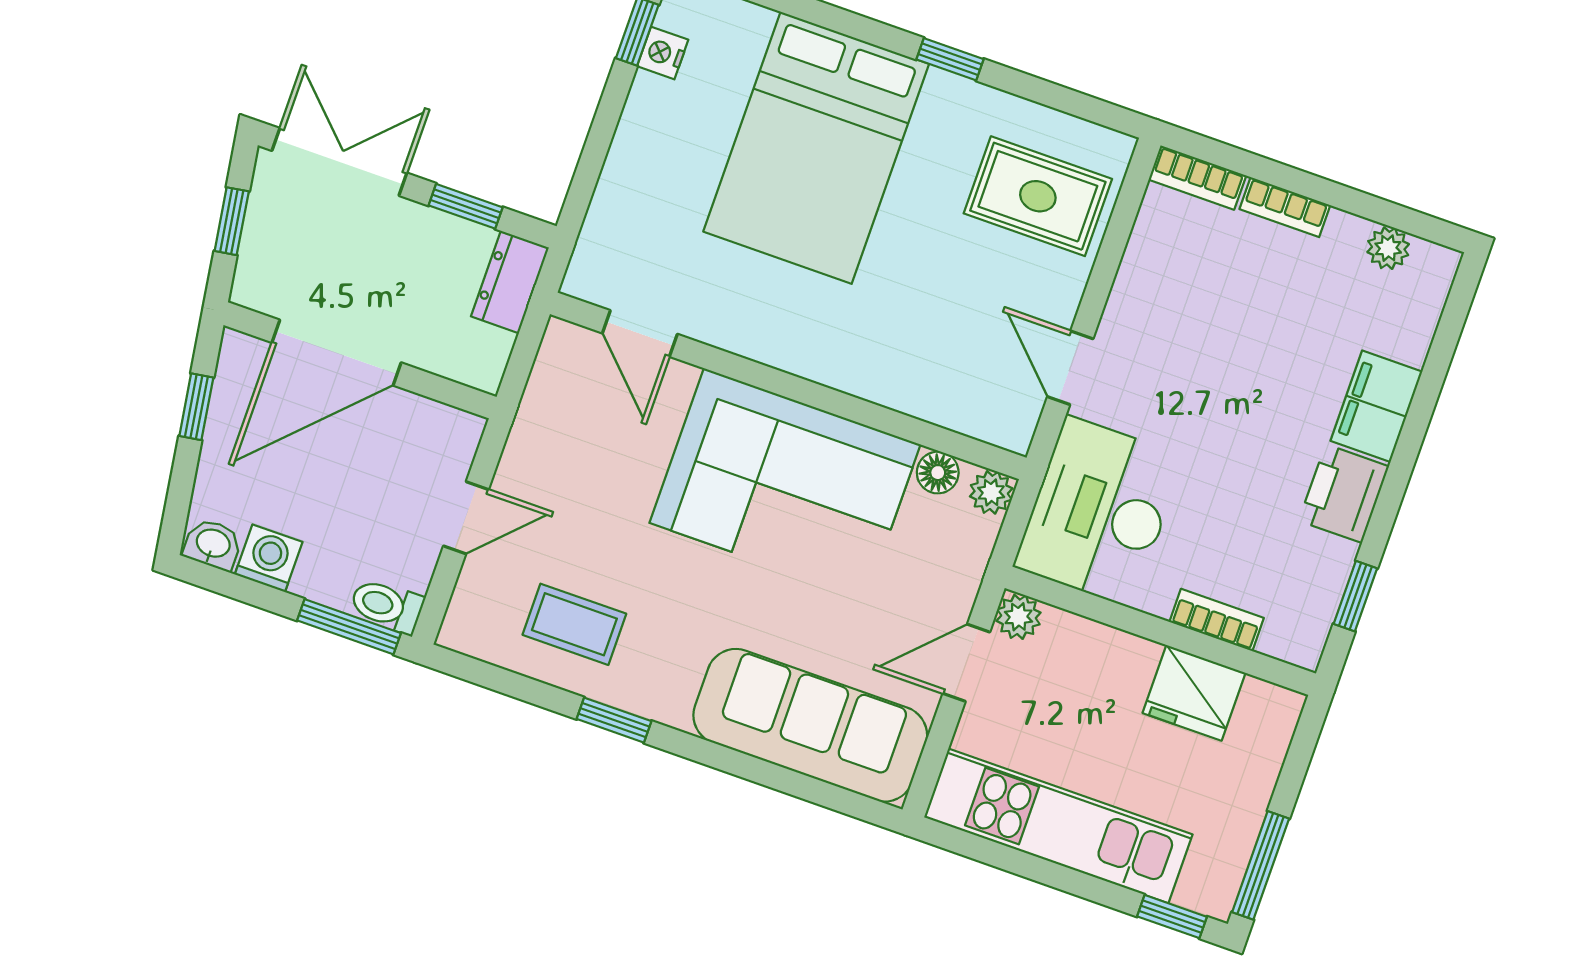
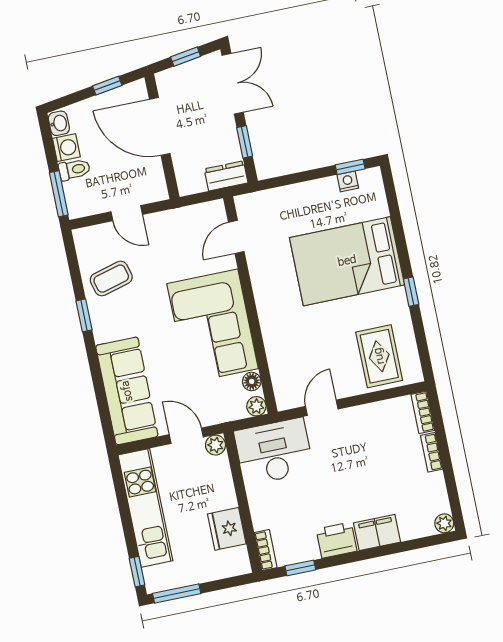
plant: (1388, 248) -> (444, 523), moved
toilet: (387, 606) -> (74, 170), moved, turned 90
bookcase: (1217, 620) -> (266, 550), moved
coffee table: (574, 624) -> (111, 279), turned 75

